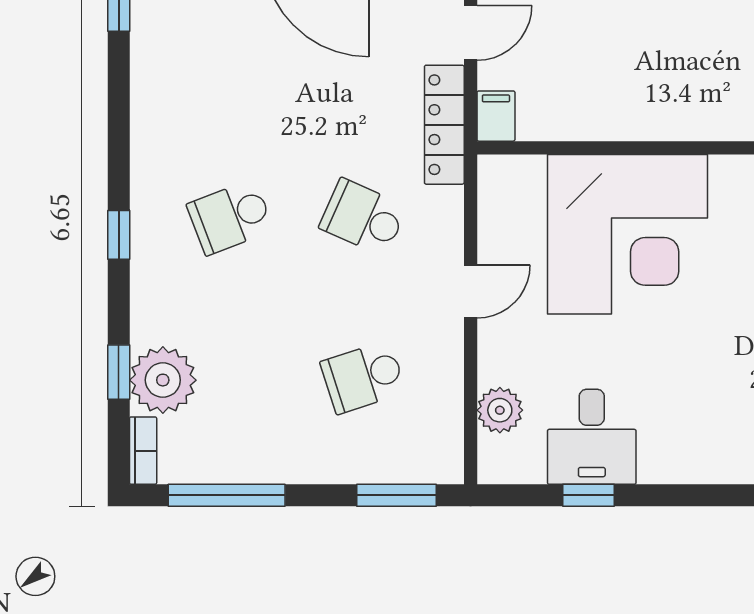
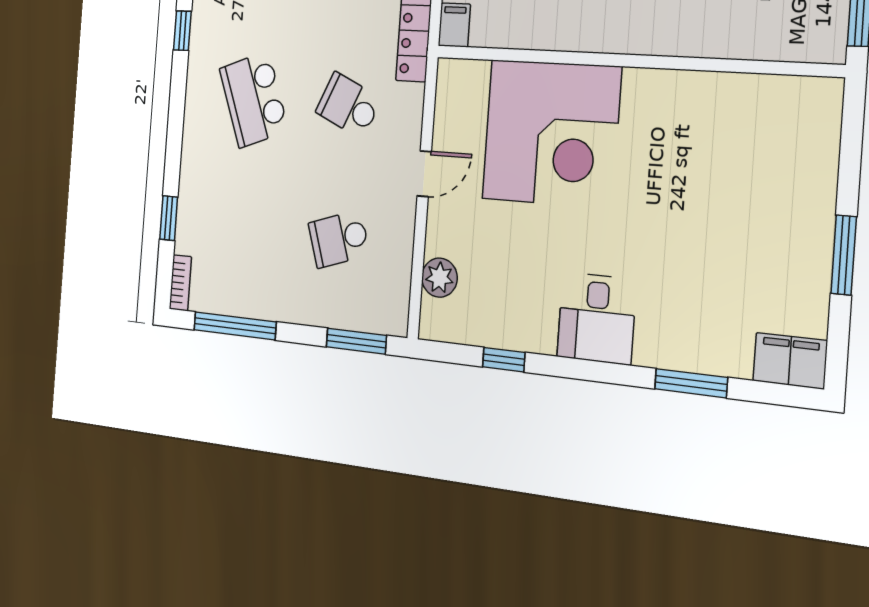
school desk: (230, 217) -> (254, 99), width x1.85
window: (119, 235) -> (182, 31), moved
plant: (163, 380) -> (198, 227), removed
desk: (592, 437) -> (597, 318), moved

